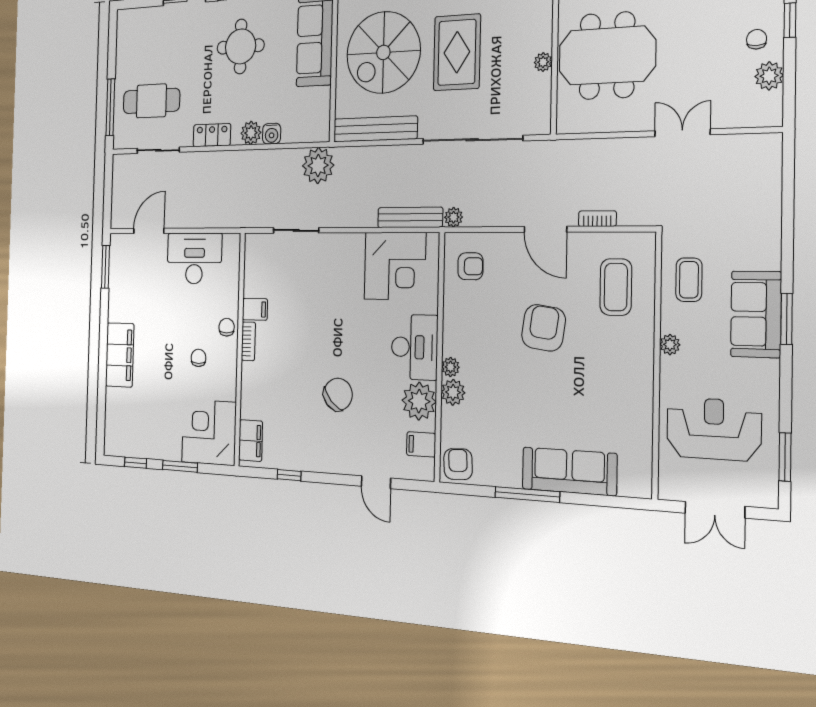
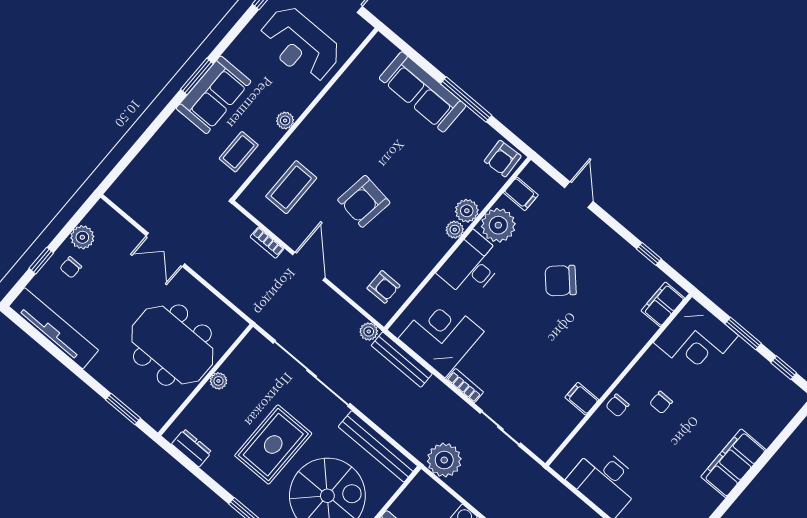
armchair: (470, 266) -> (384, 287), turned 180
bookcase: (248, 341) -> (465, 386), moved, turned 90

